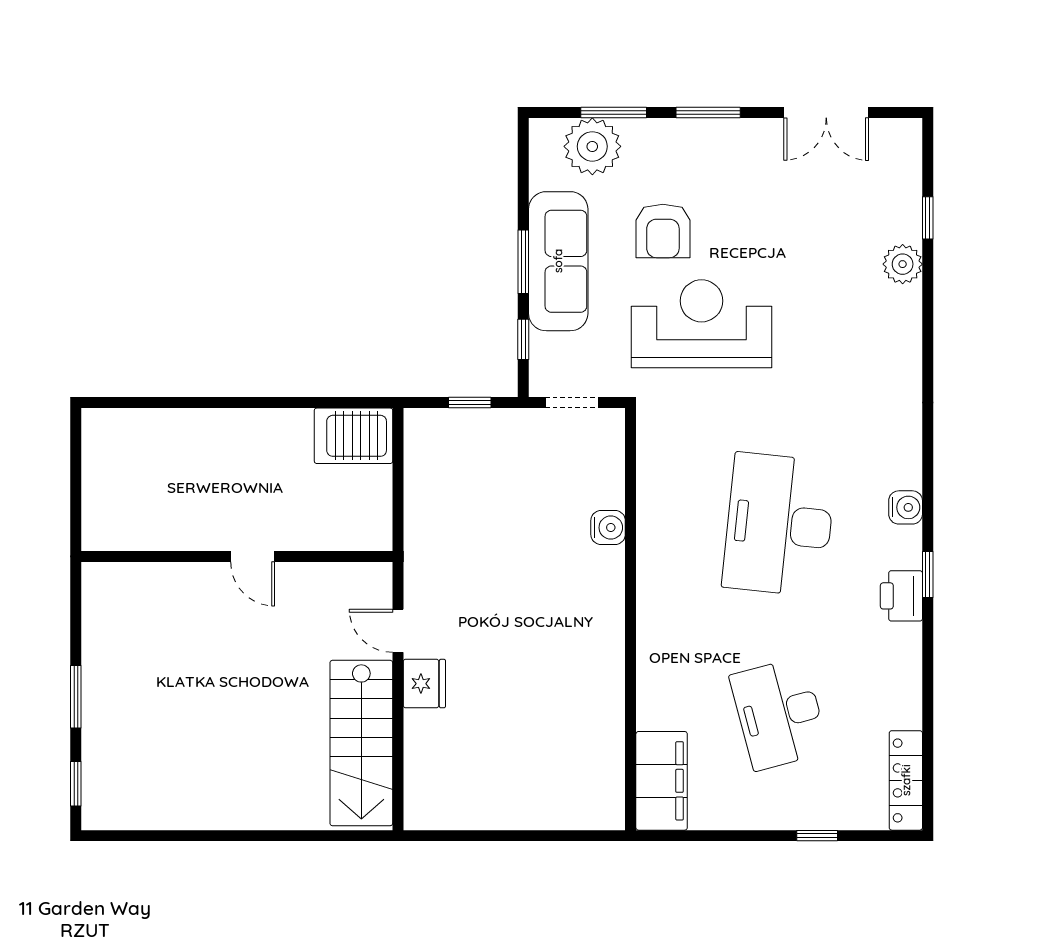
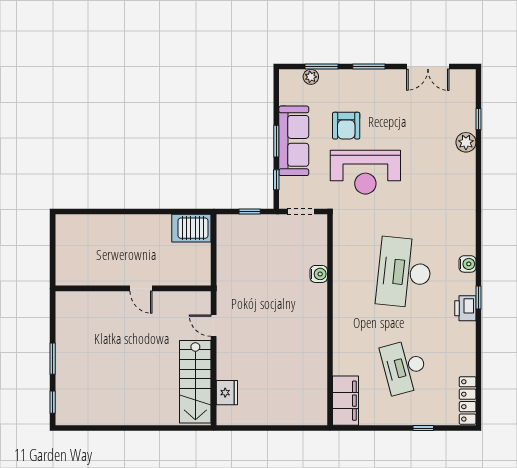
plant: (592, 146) -> (311, 77), width x0.53, depth x0.53
reception desk: (701, 324) -> (365, 172), turned 180
fridge: (424, 684) -> (227, 393), moved

